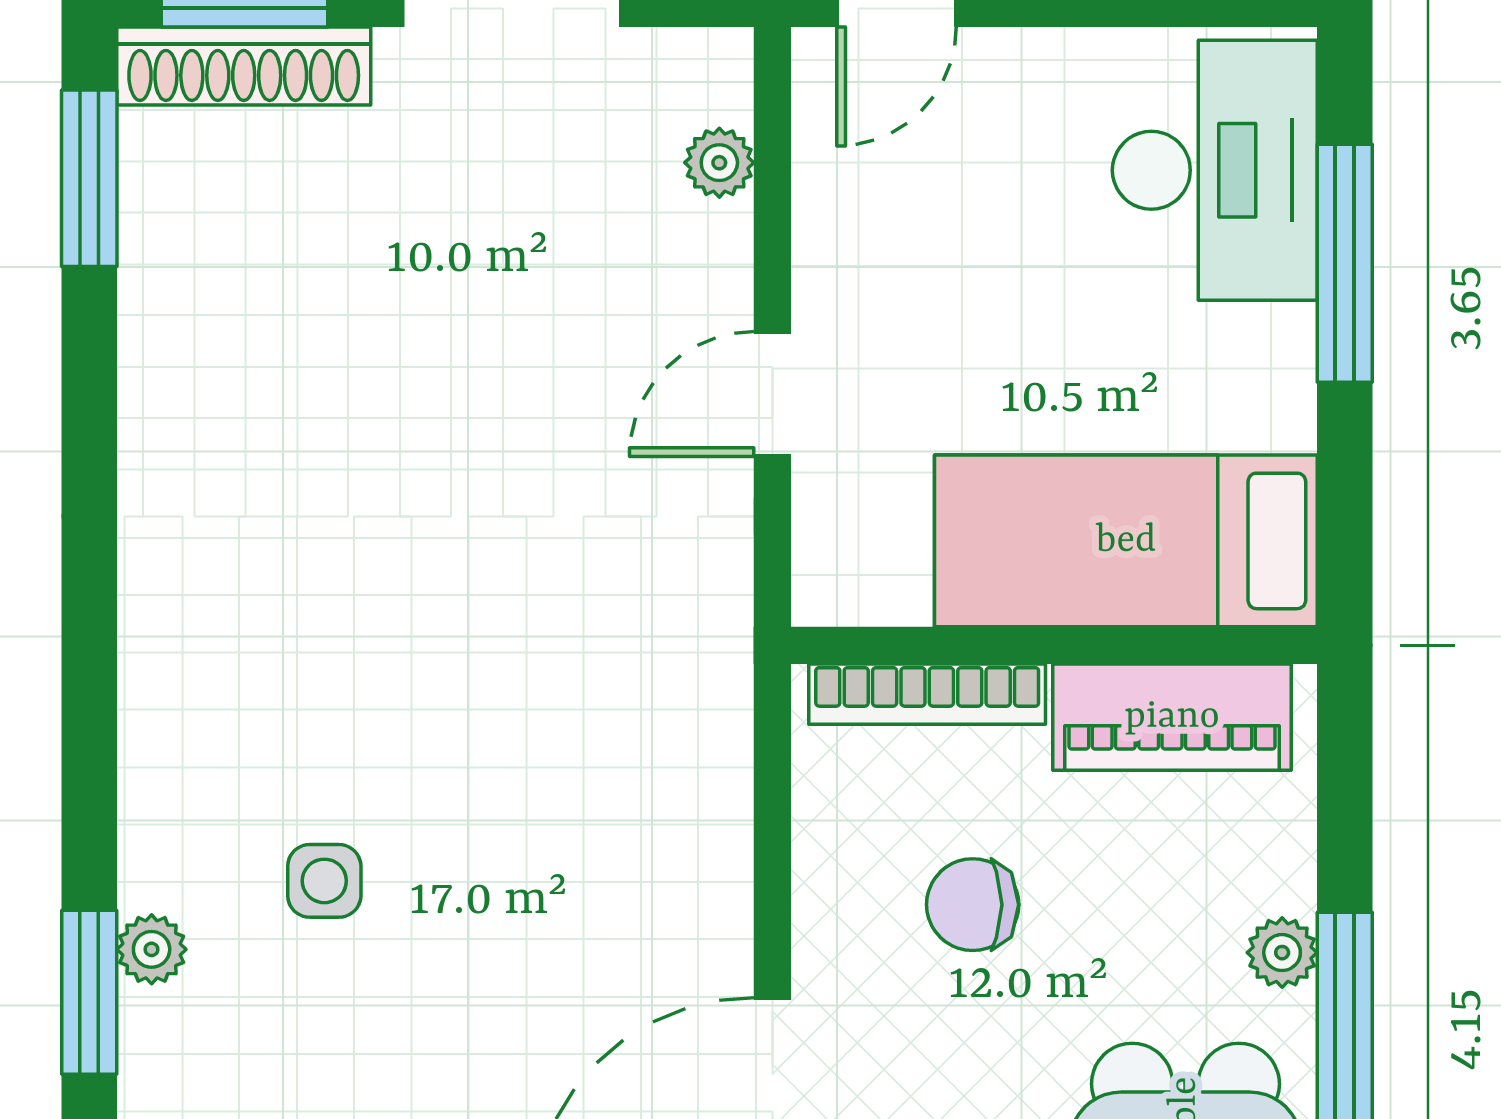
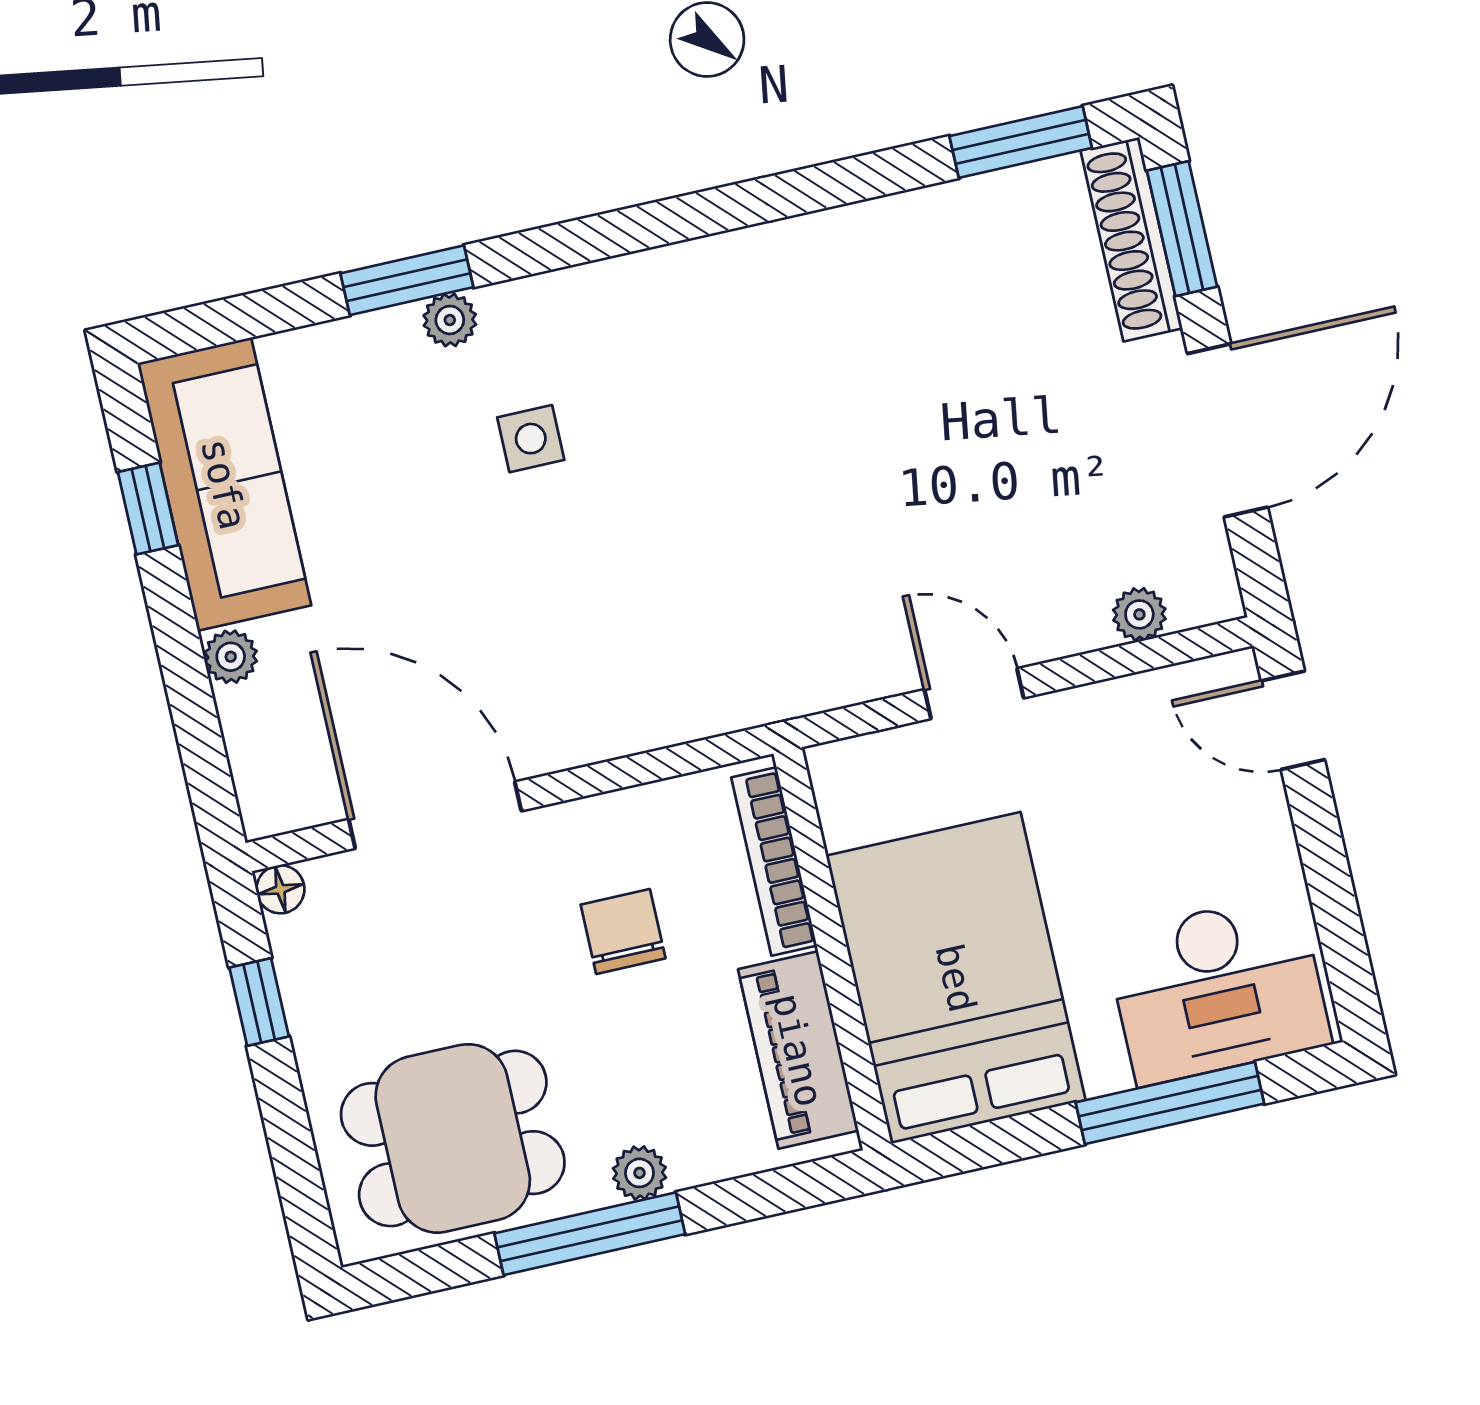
bed: (1126, 541) -> (956, 978), width x1.50

